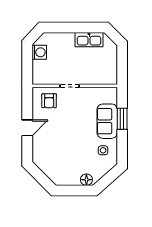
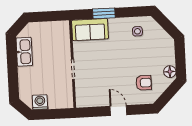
armchair: (49, 101) -> (144, 83), moved
sofa: (107, 121) -> (90, 29), moved
floor lamp: (86, 180) -> (170, 72), moved

